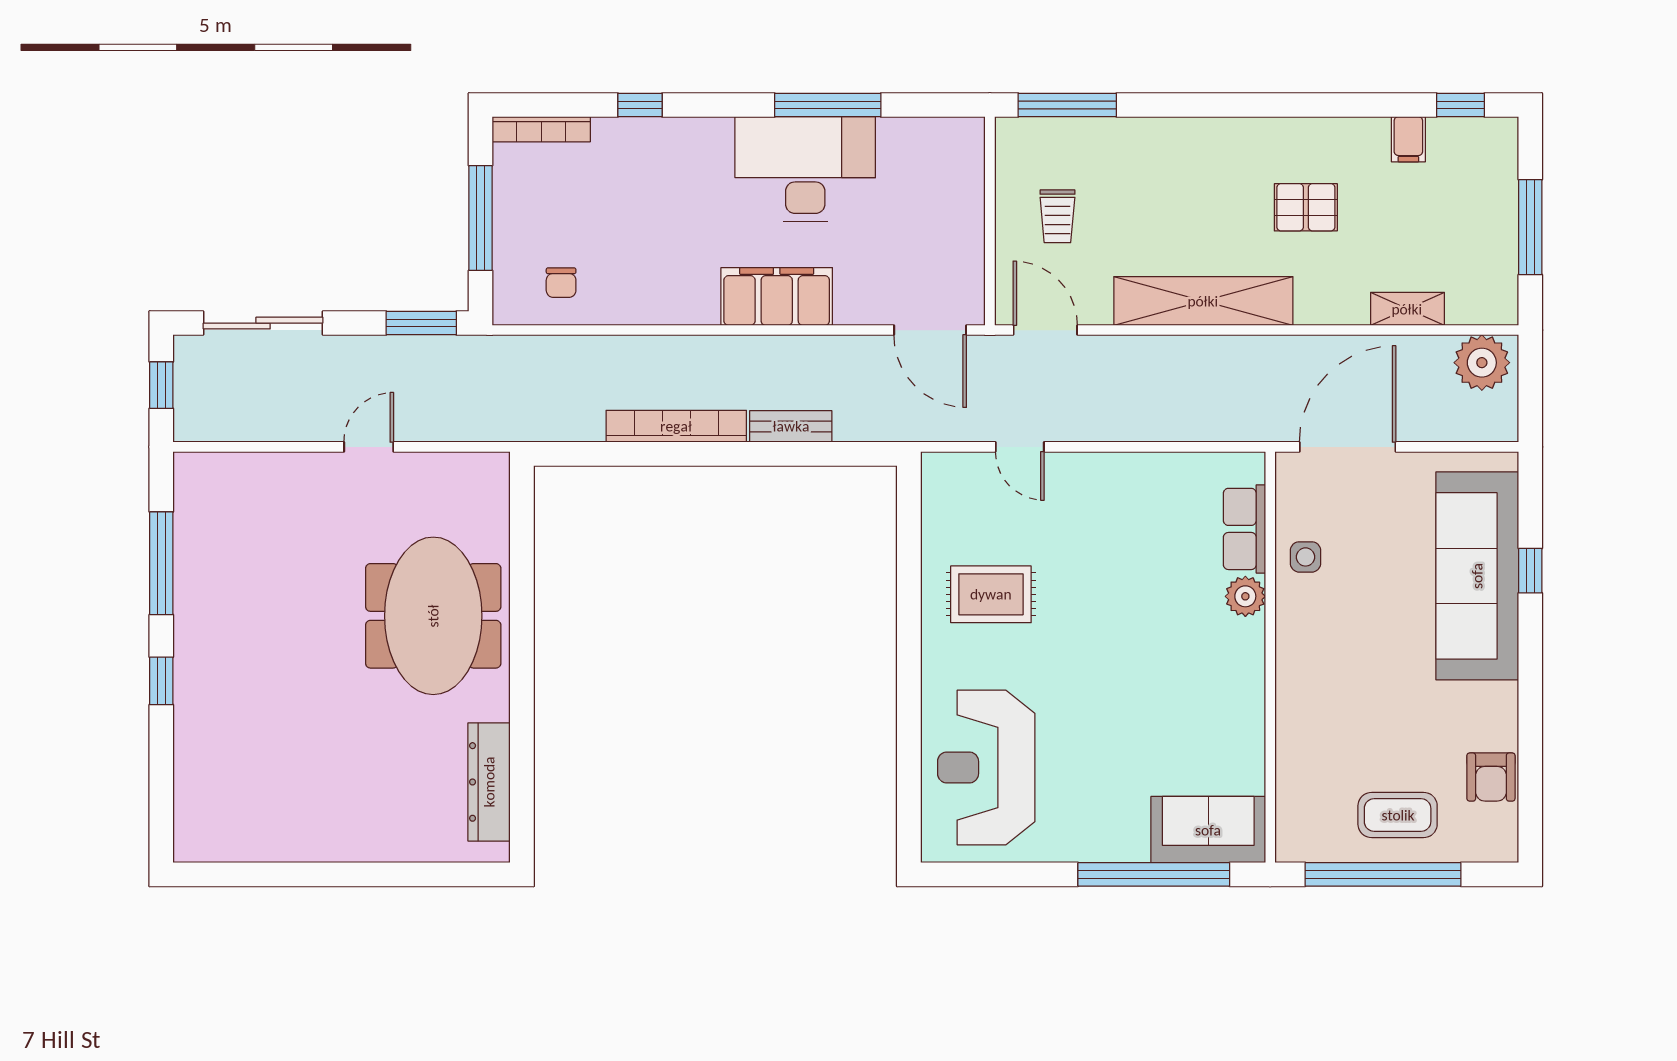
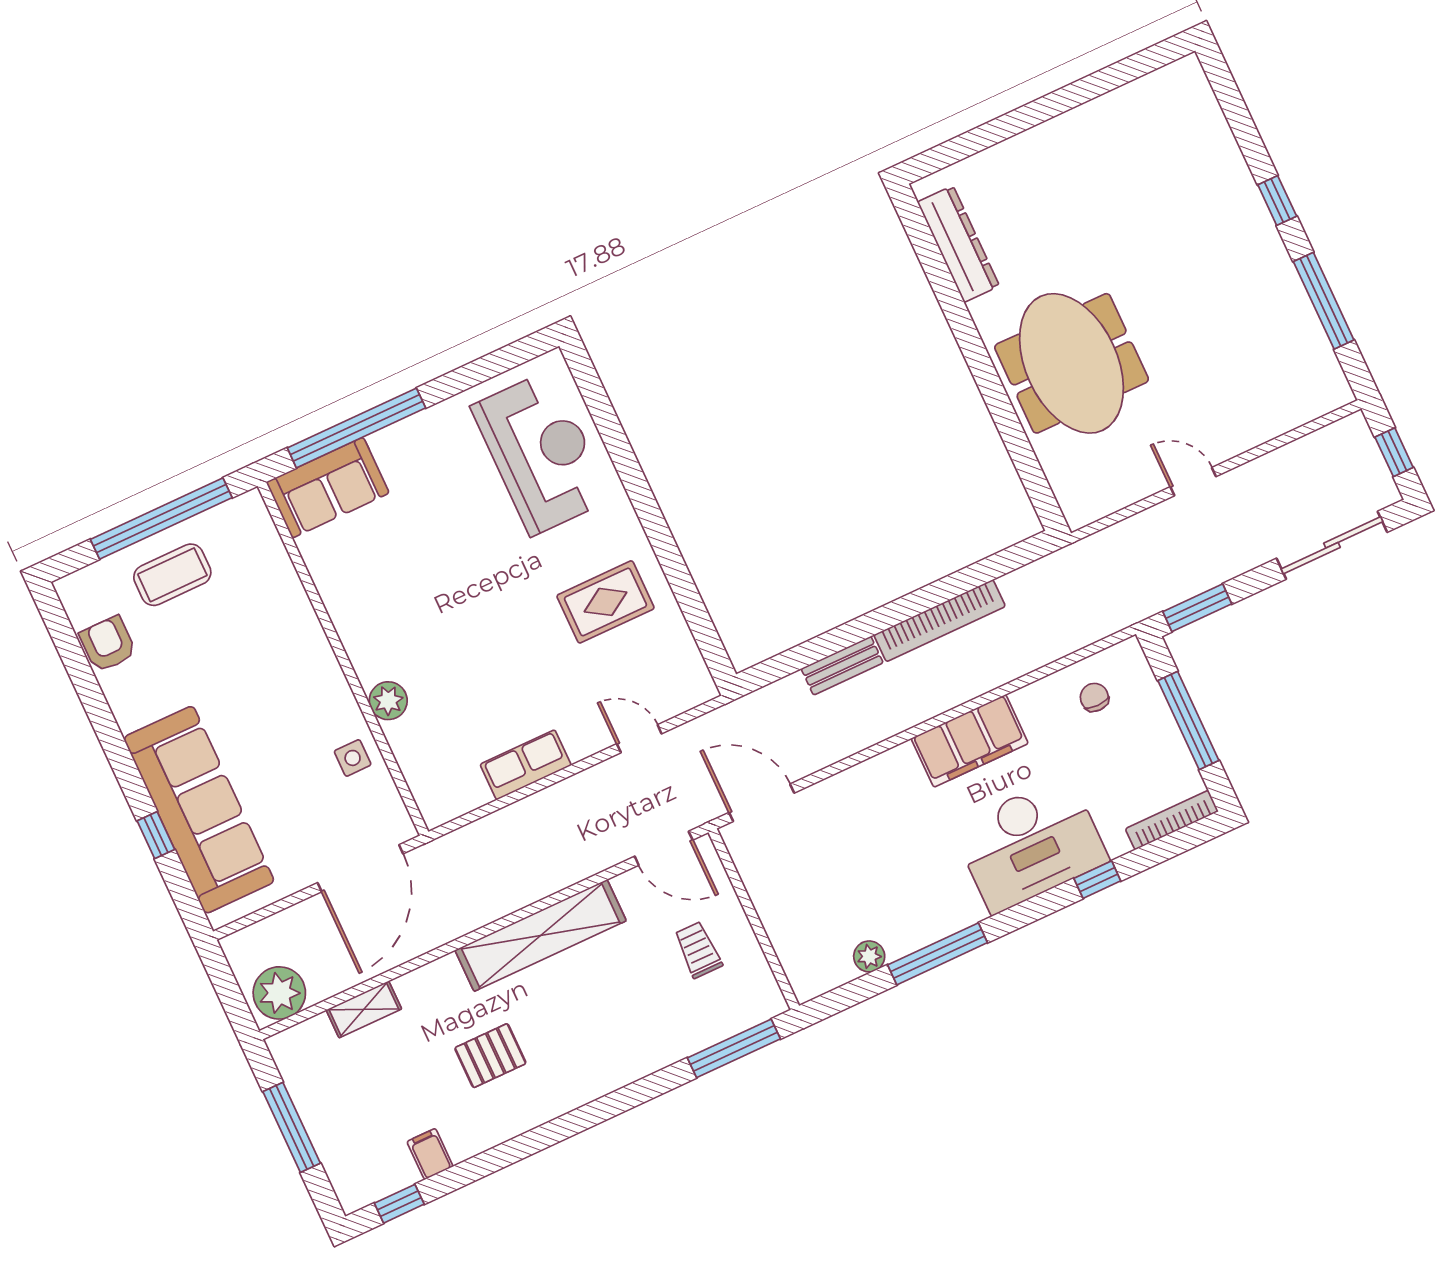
plant: (895, 133) -> (869, 956), added
desk: (805, 169) -> (1030, 844), moved
filing cabinet: (777, 296) -> (970, 741), moved
door: (369, 447) -> (1193, 482), swing flipped
row of seats: (1244, 529) -> (526, 765), moved, turned -90

